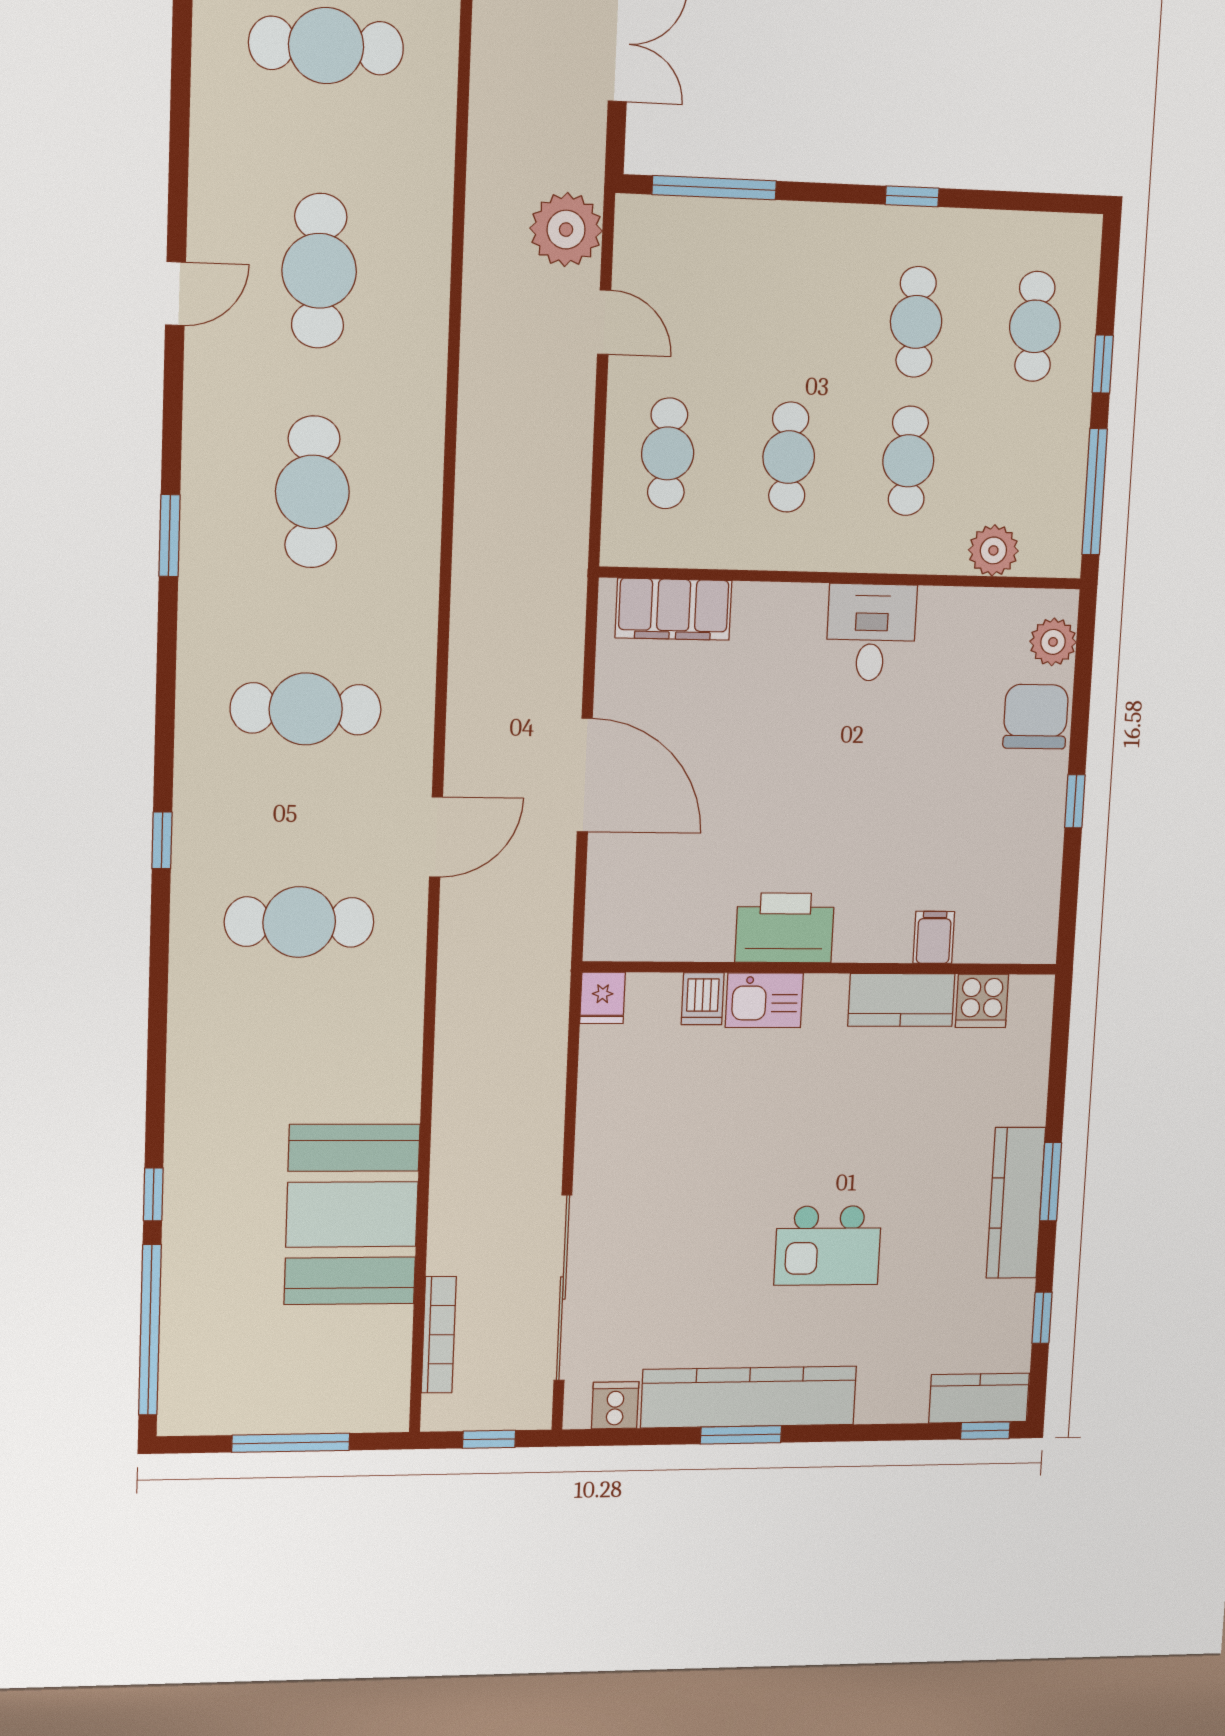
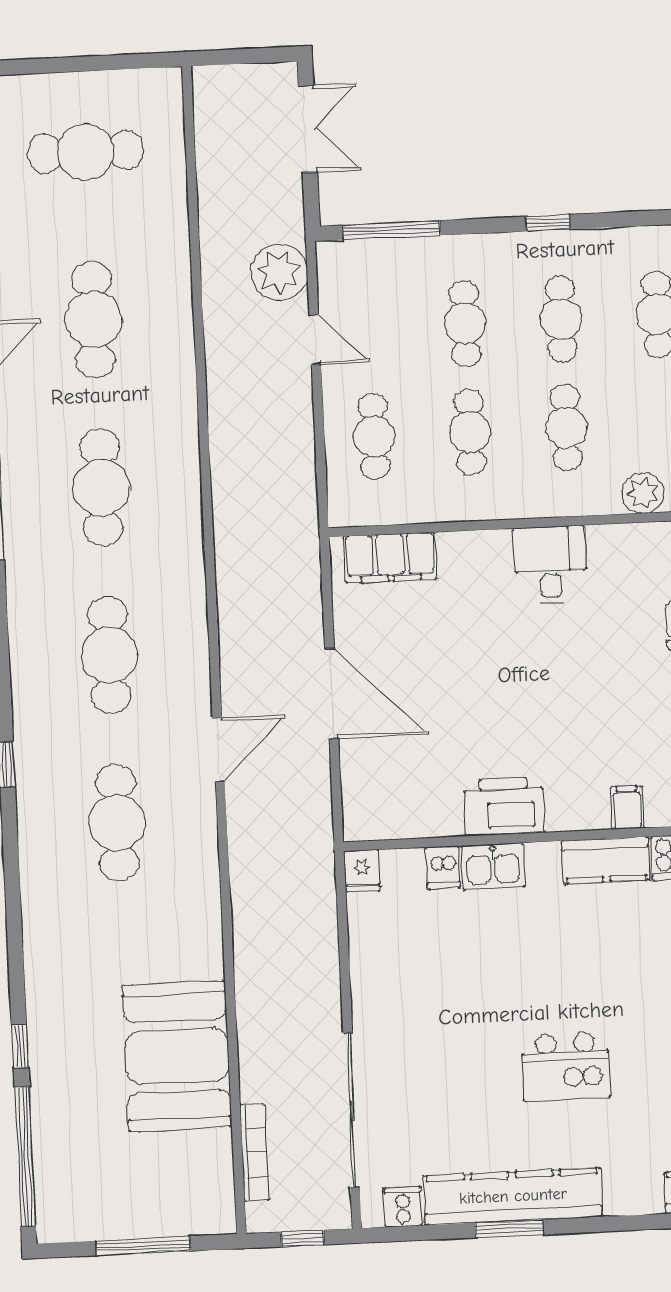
cafe table: (796, 317) -> (465, 324), added
cafe table: (306, 709) -> (109, 655), turned 90
cafe table: (299, 922) -> (117, 823), turned 90

